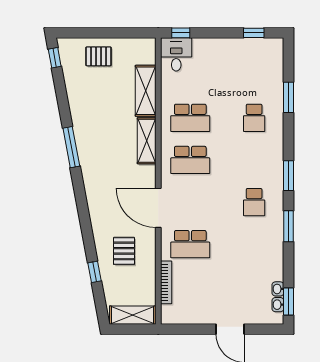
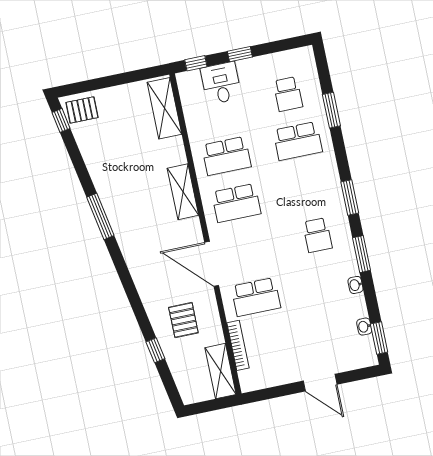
window: (254, 33) -> (240, 54), moved
desk: (176, 54) -> (221, 83), moved
pallet: (98, 56) -> (82, 110), moved
school desk: (254, 76) -> (288, 94), added
shelving: (146, 91) -> (164, 108), moved
school desk: (254, 118) -> (298, 141), width x1.85
washbasin: (278, 305) -> (356, 285), moved
shelving: (133, 315) -> (221, 371), moved, turned 90

